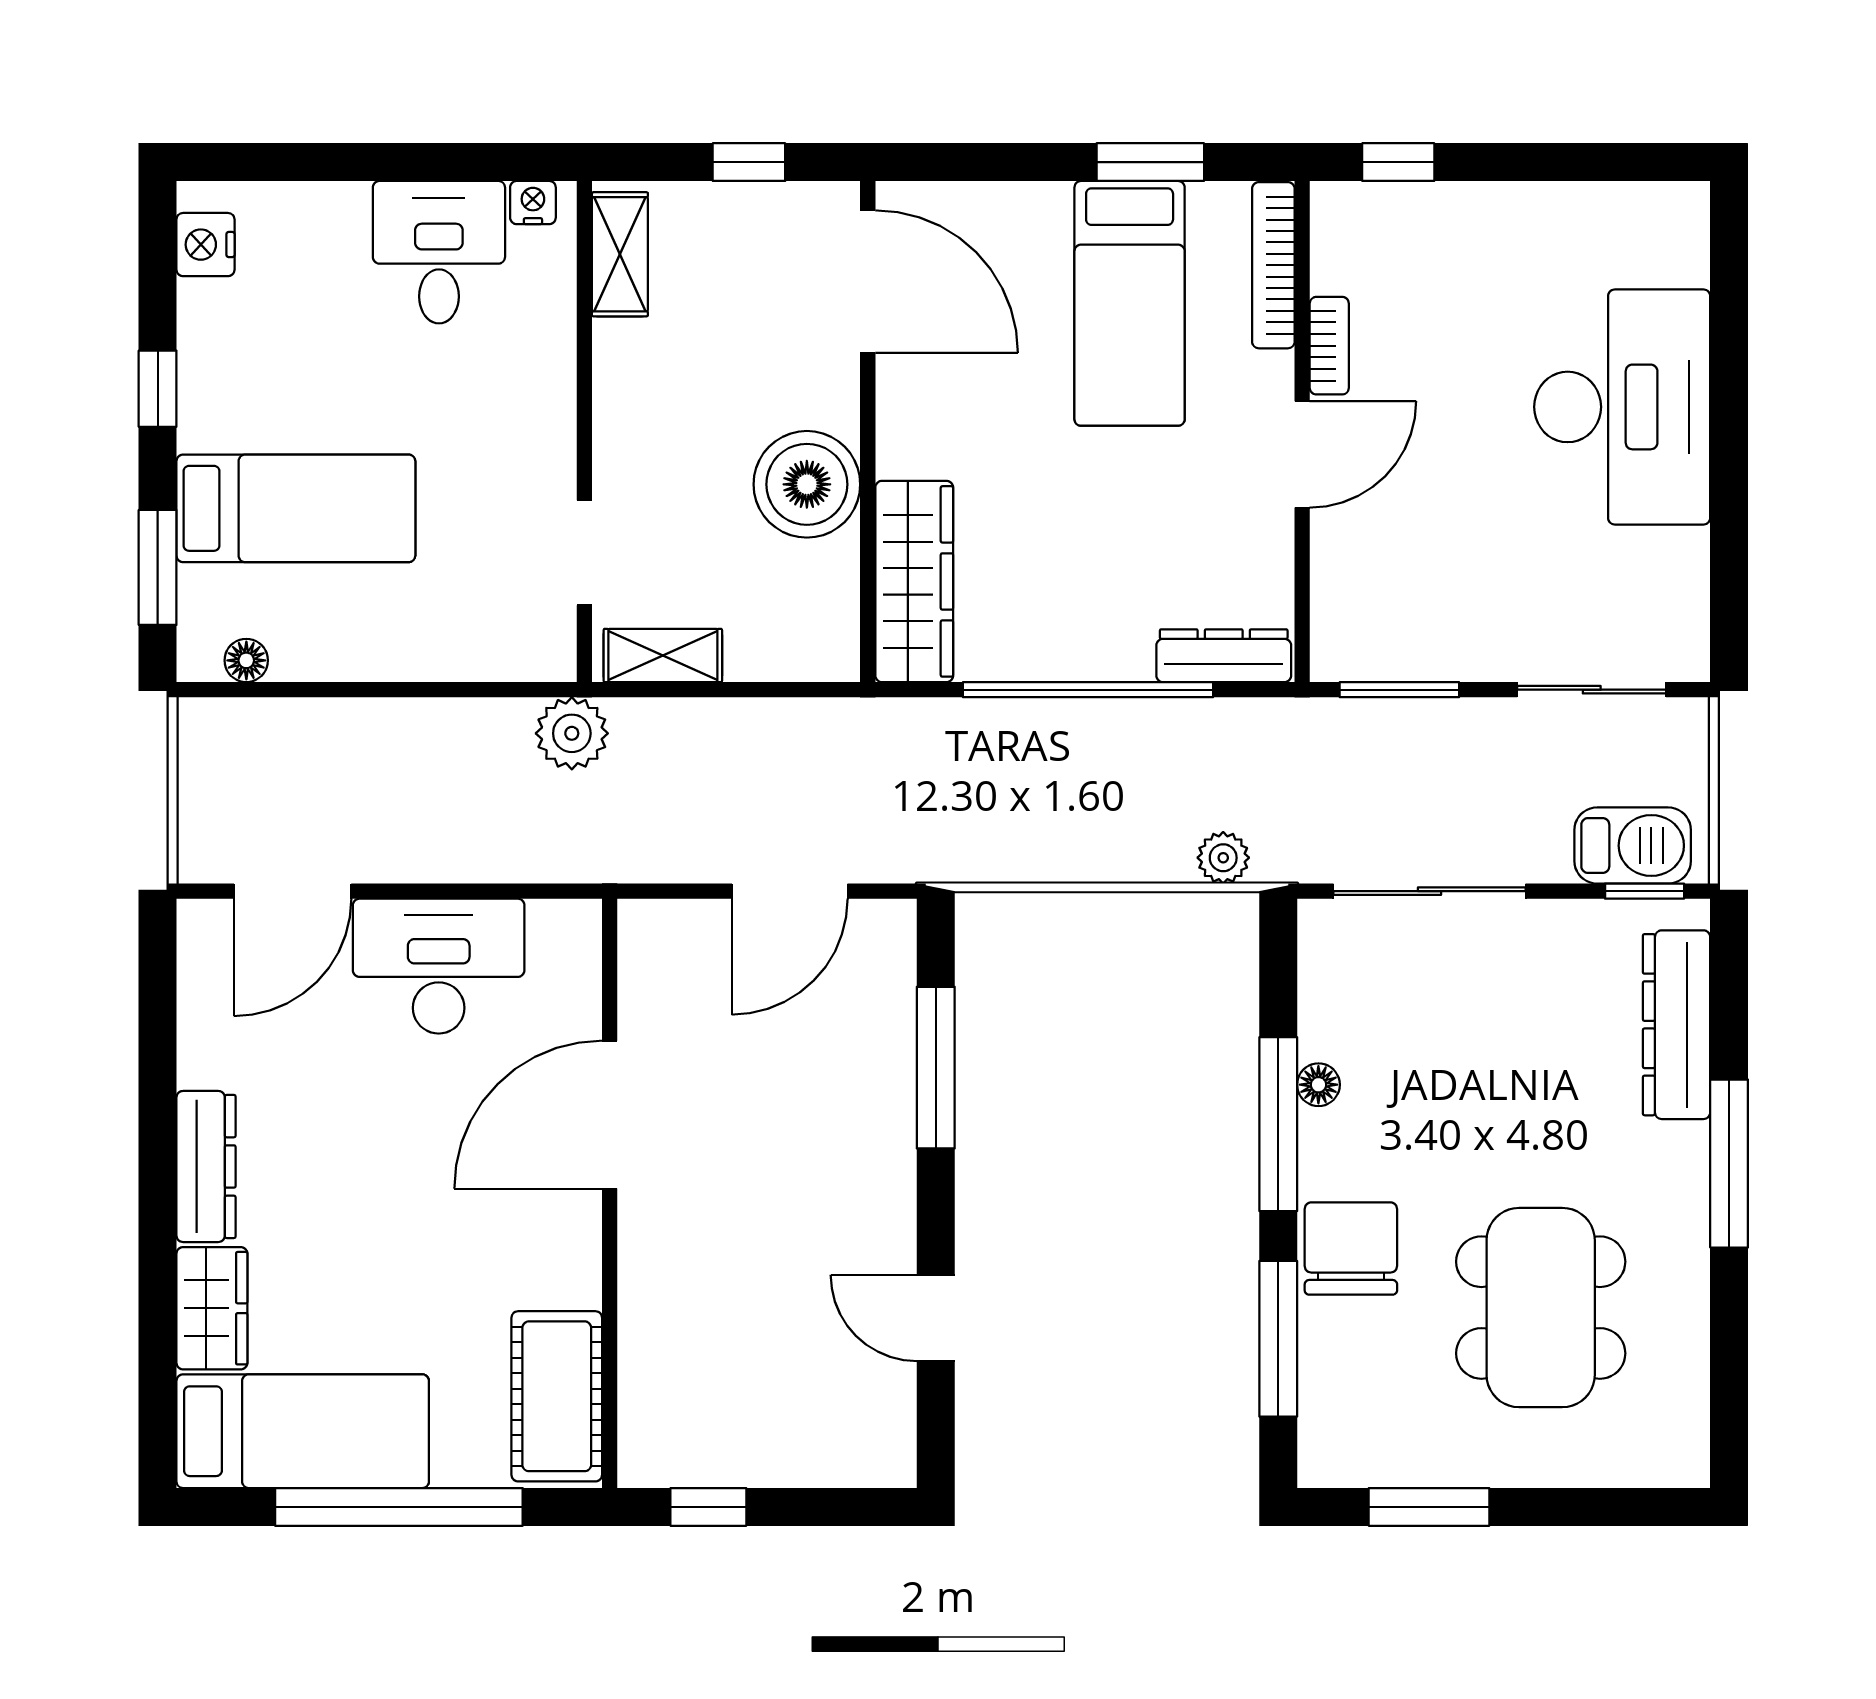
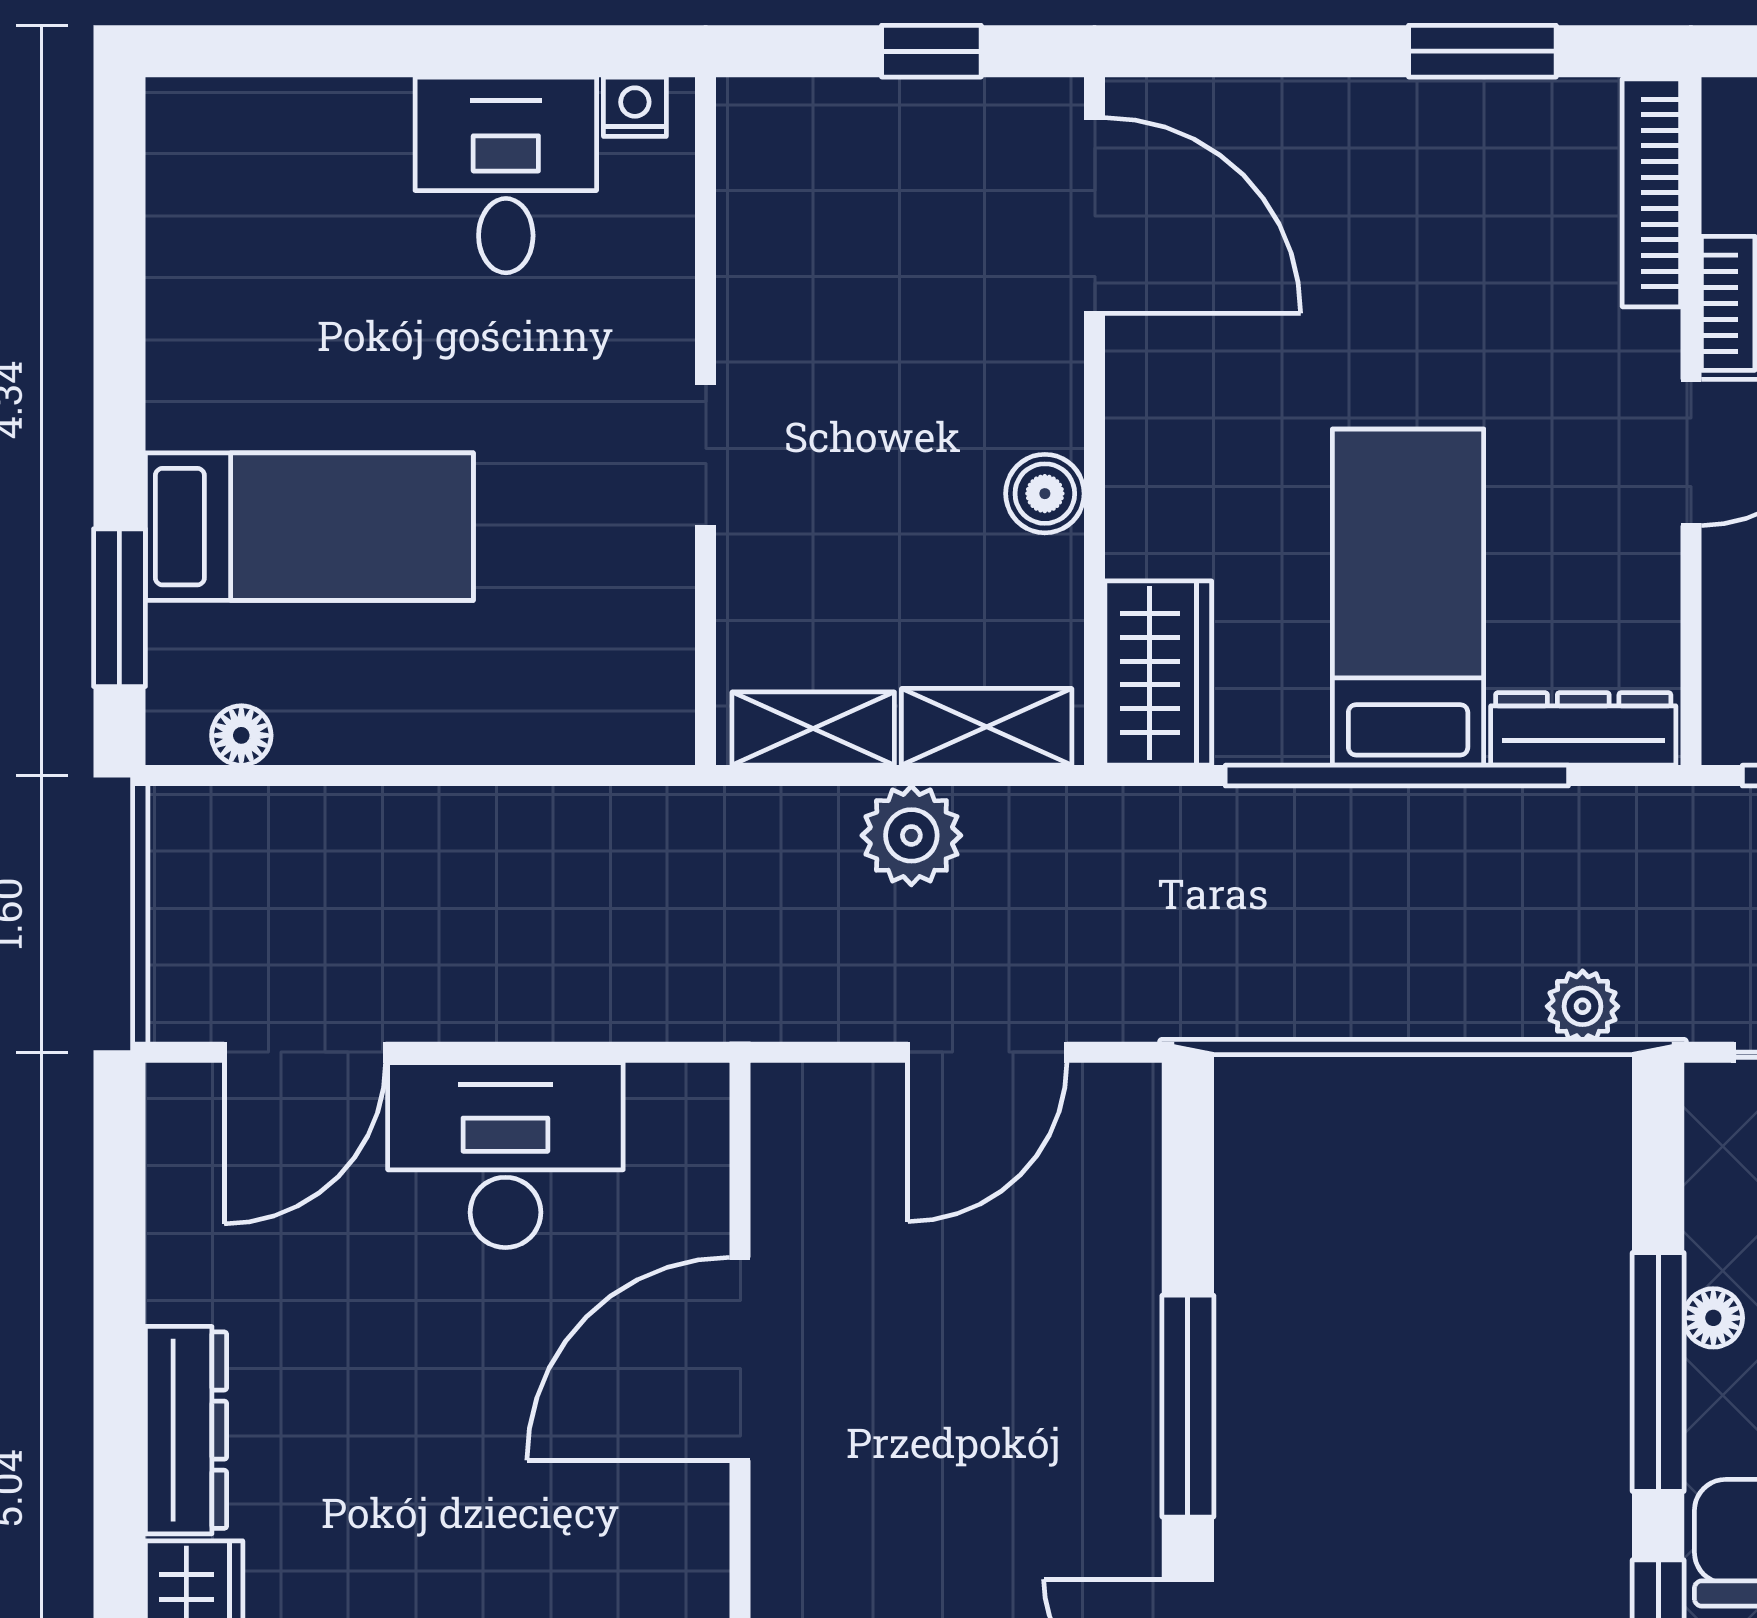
nightstand: (205, 245) -> (185, 165), removed
shelving: (620, 254) -> (987, 727), moved, turned 90
bed: (1130, 303) -> (1408, 597), moved, turned 180
window: (158, 389) -> (119, 362), removed
boiler: (807, 484) -> (1045, 494), width x0.54, depth x0.54
doorway: (584, 553) -> (706, 455), moved
wardrobe: (914, 581) -> (1158, 673), width x0.67
plant: (572, 733) -> (911, 835), moved
window: (936, 1068) -> (1188, 1406), moved

